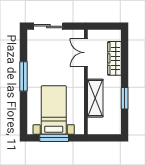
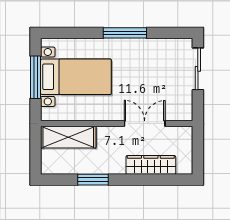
double door: (86, 53) -> (145, 124), moved
shelving: (95, 98) -> (68, 137), moved

